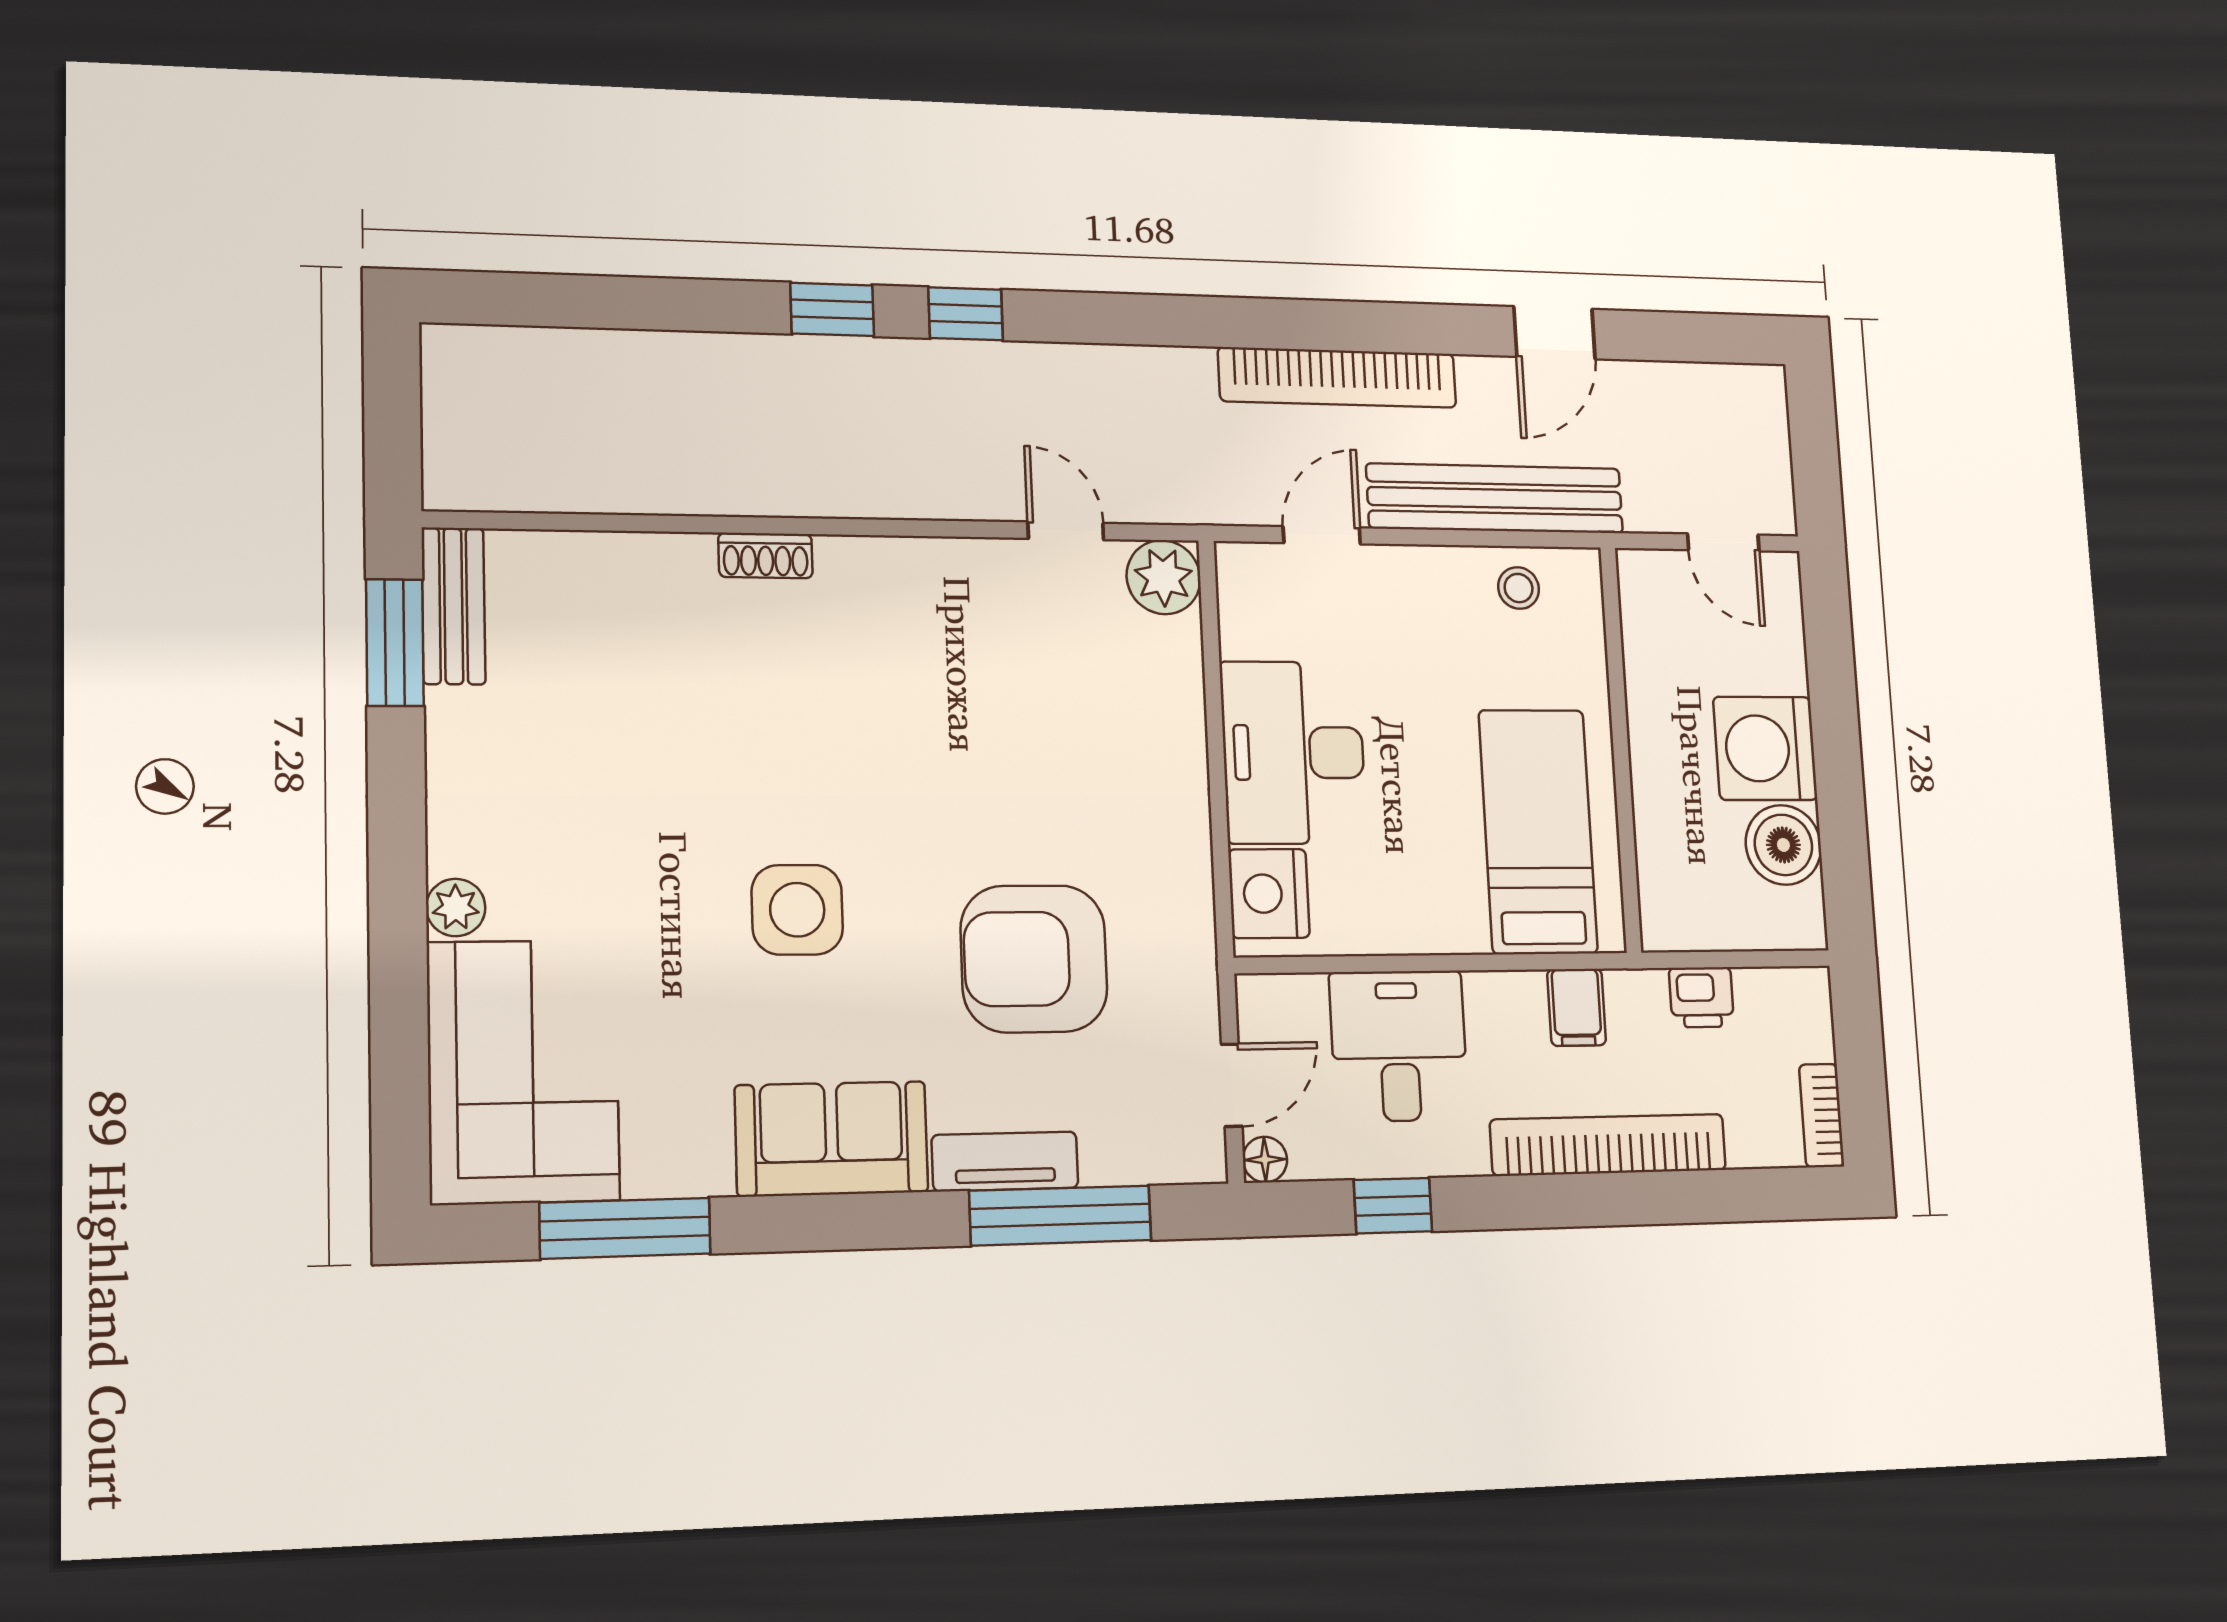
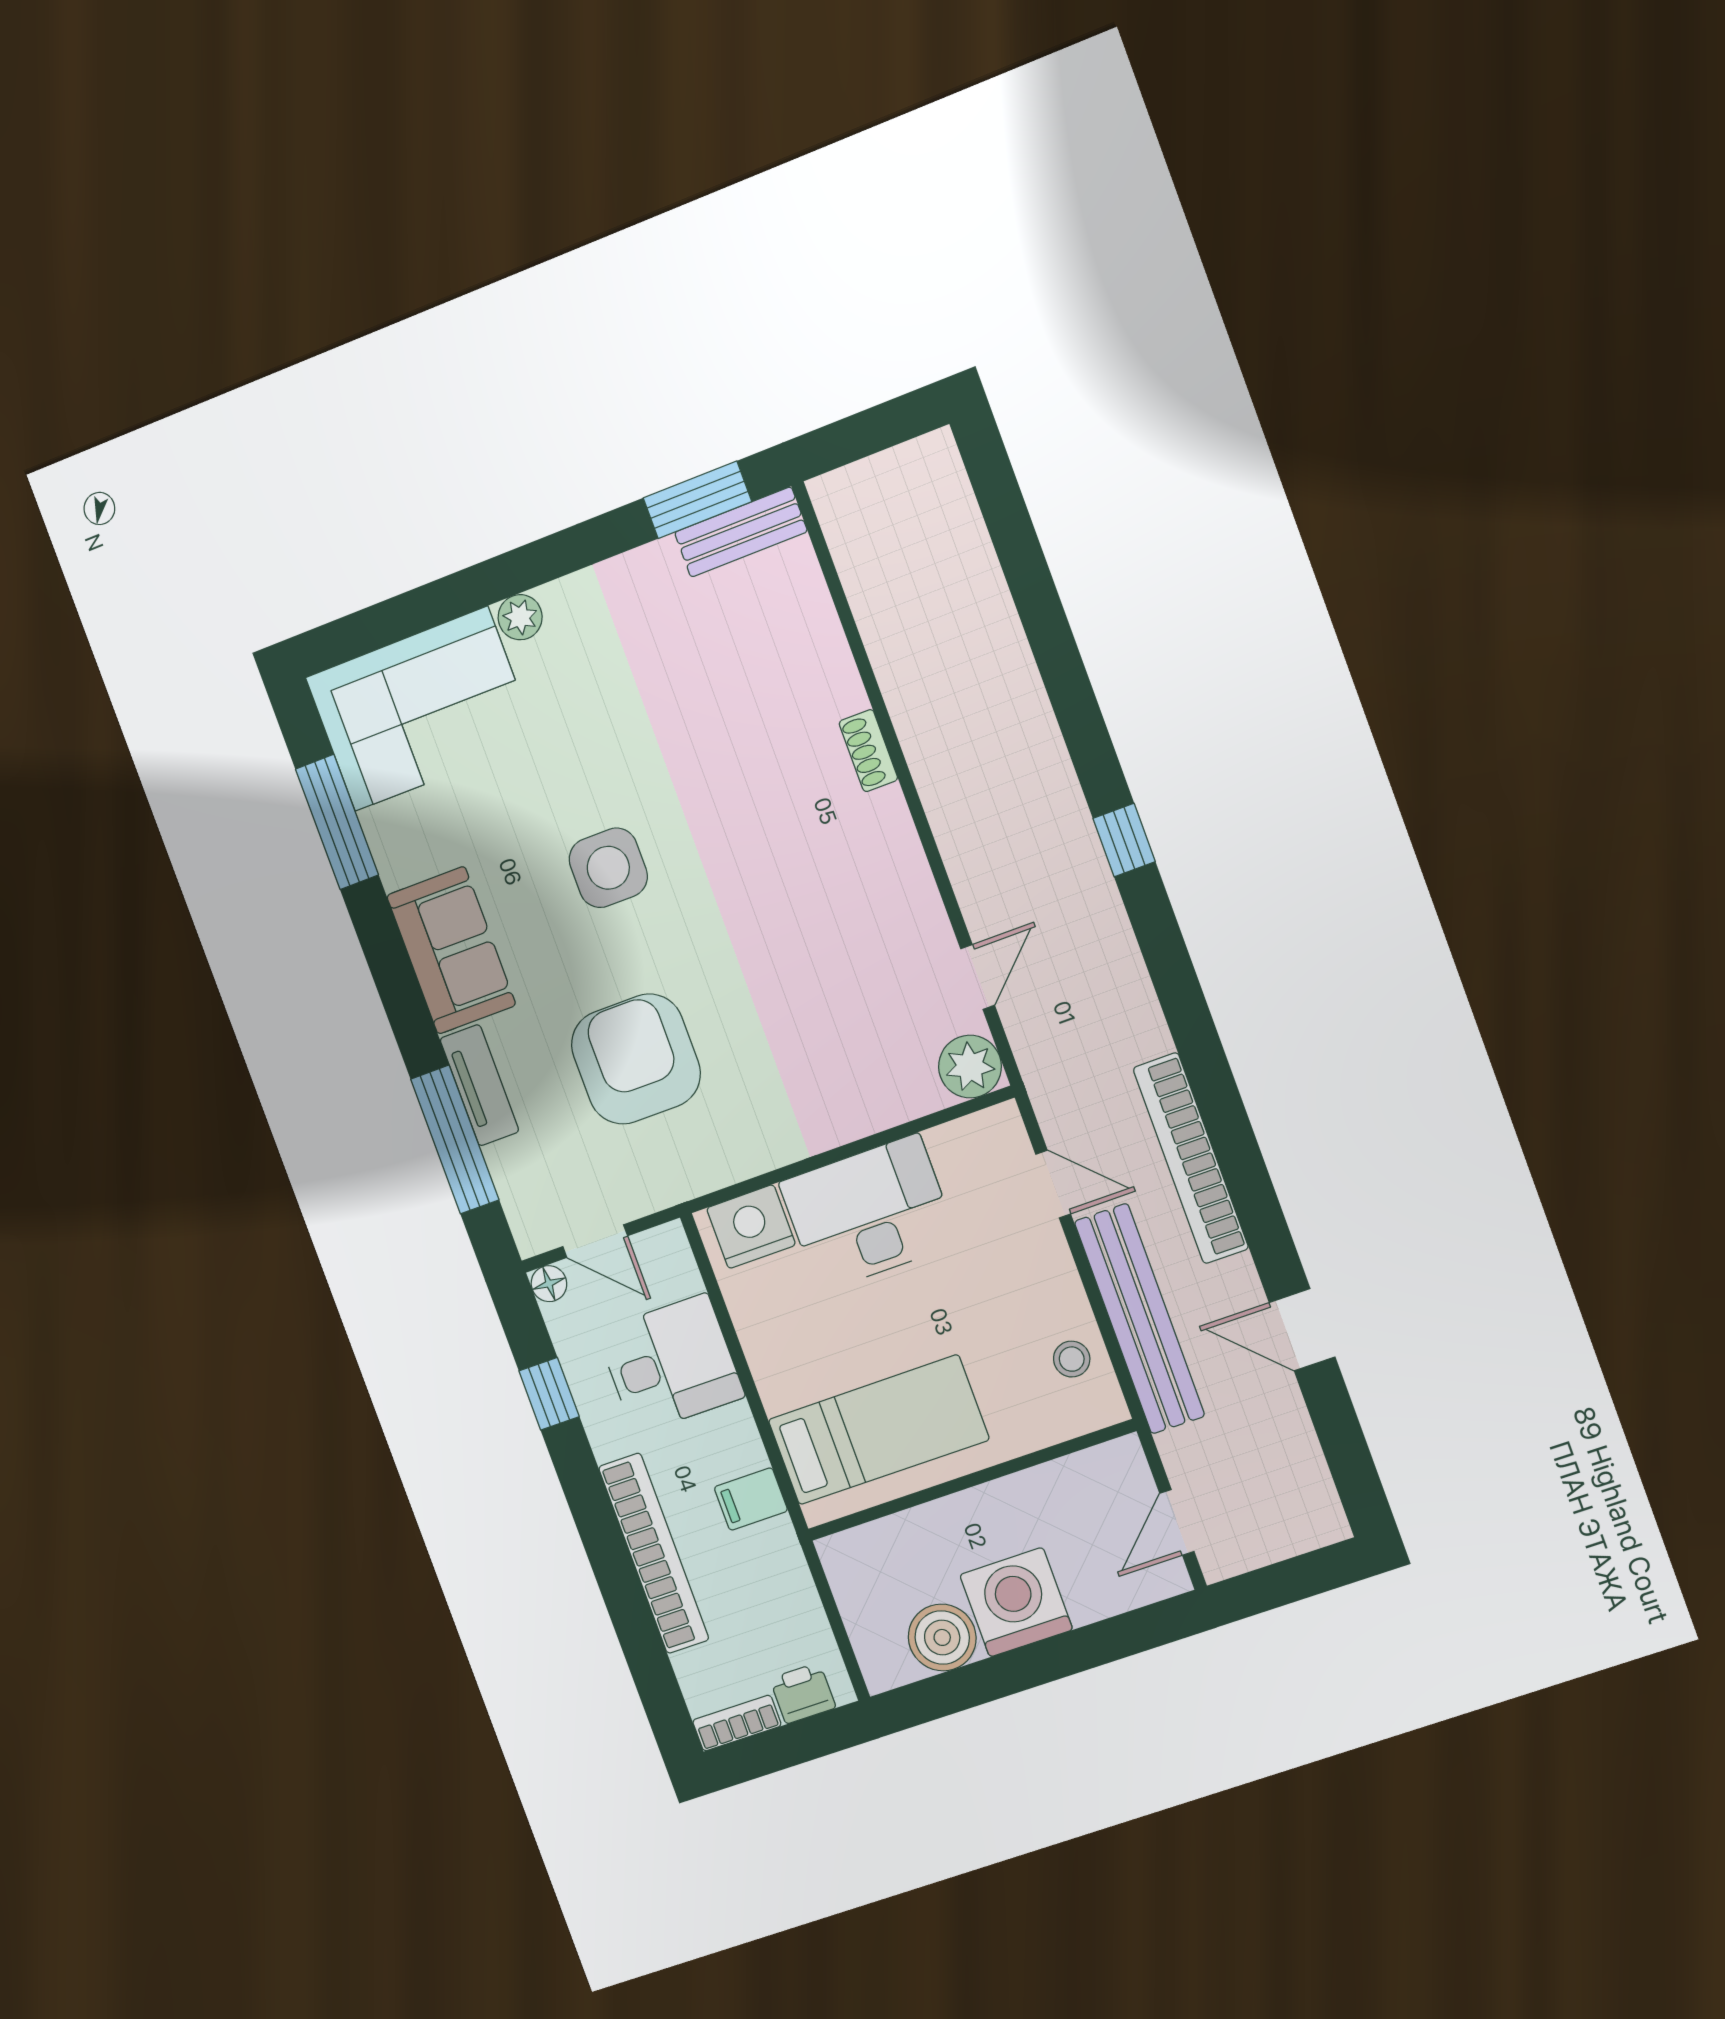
window: (832, 309) -> (1086, 734), removed
printer: (1701, 997) -> (803, 1693), moved, turned 90

